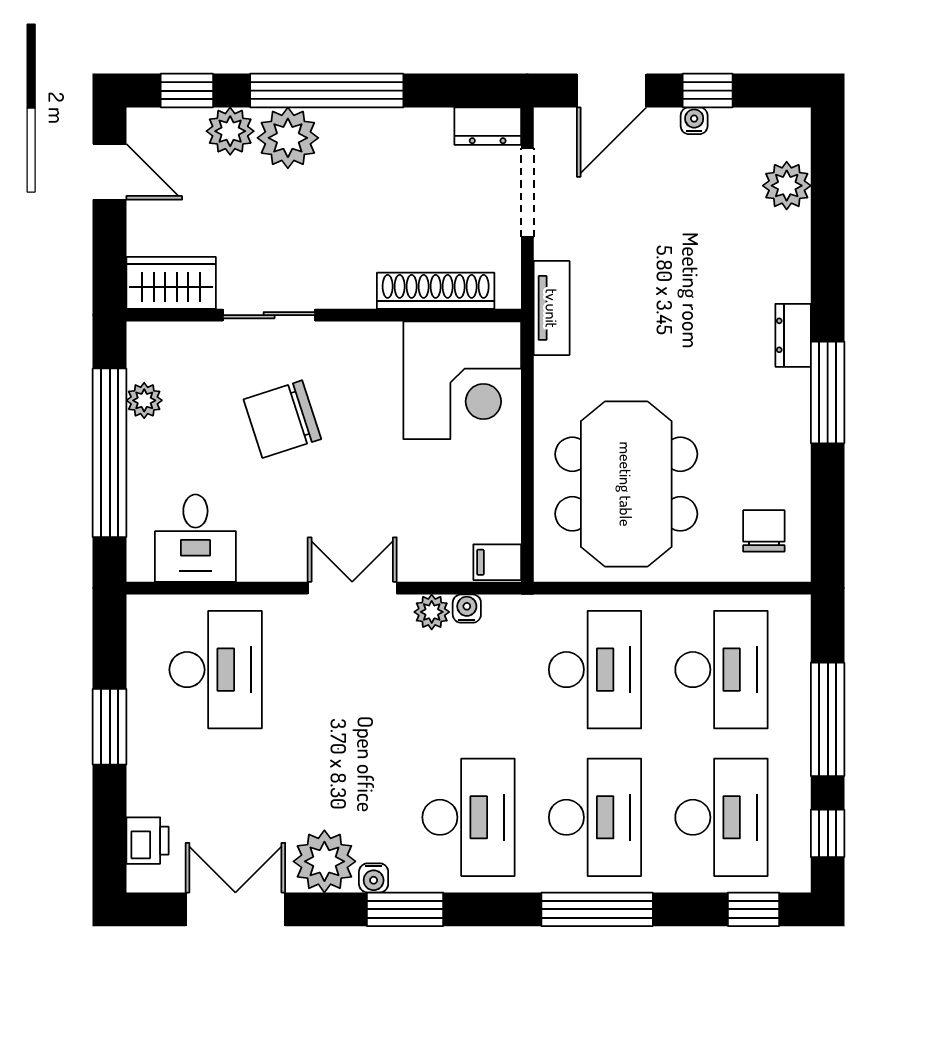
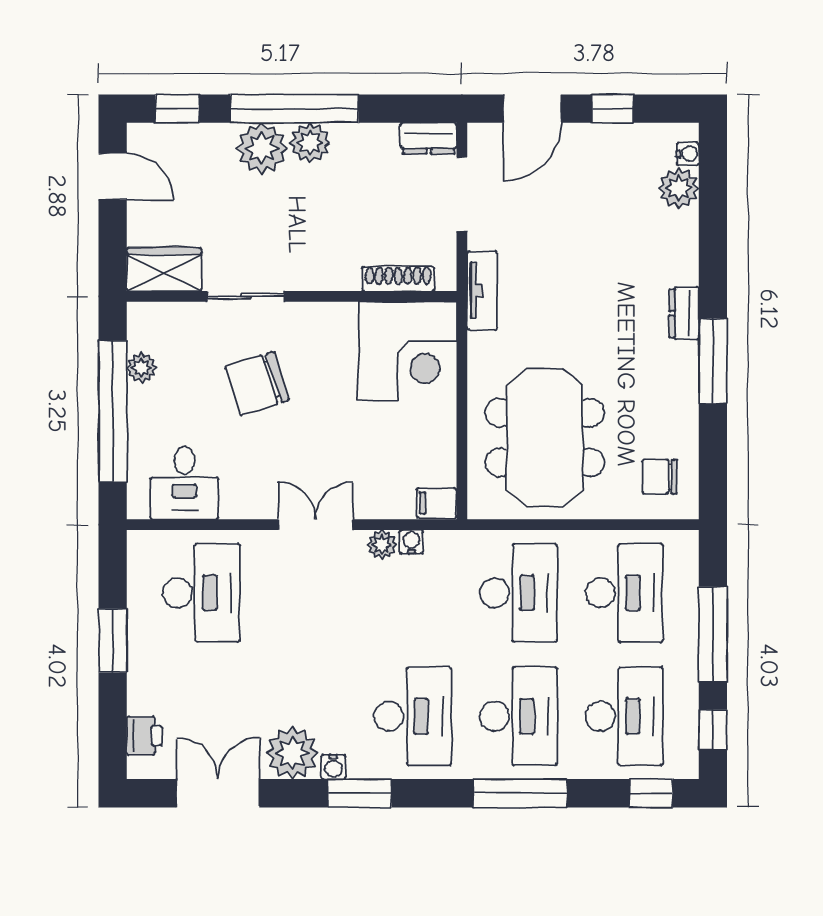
water cooler: (694, 121) -> (688, 154), moved, turned 90
plant: (230, 131) -> (310, 143), moved
shoe rack: (436, 291) -> (398, 279), width x0.74, depth x0.81
chair: (764, 531) -> (660, 477), turned -90

